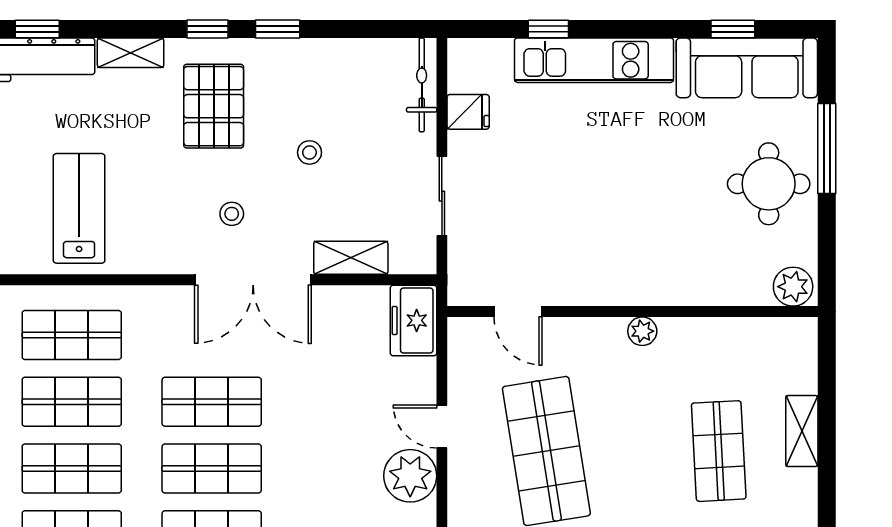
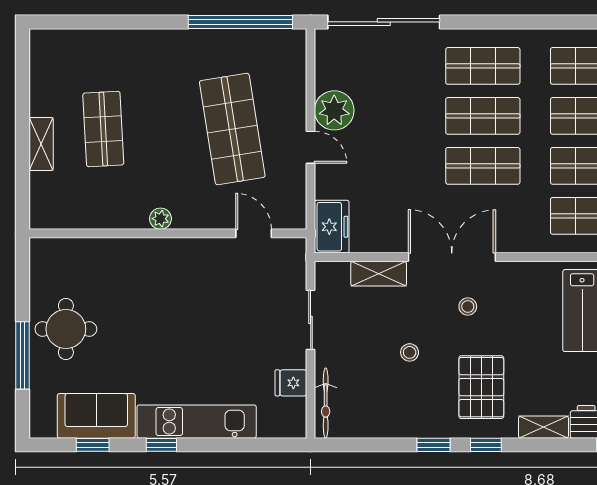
window: (548, 29) -> (161, 445), moved
sofa: (747, 68) -> (96, 416), width x0.73
plant: (793, 287) -> (48, 252), removed

